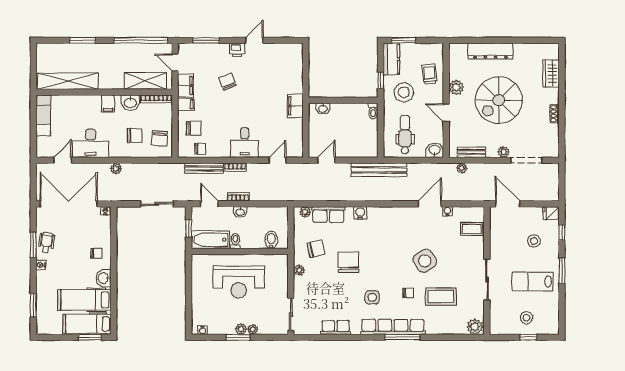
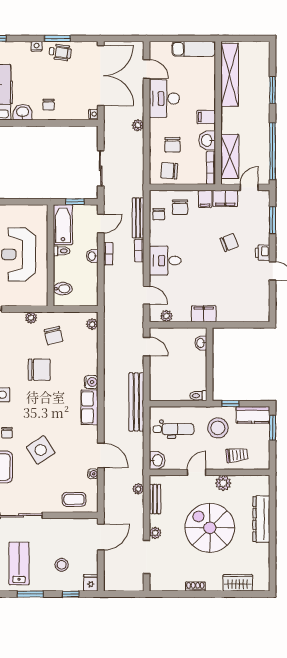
plant: (297, 141) -> (167, 316), added
row of seats: (328, 214) -> (89, 407), moved
coffee table: (472, 229) -> (74, 499), turned 90

